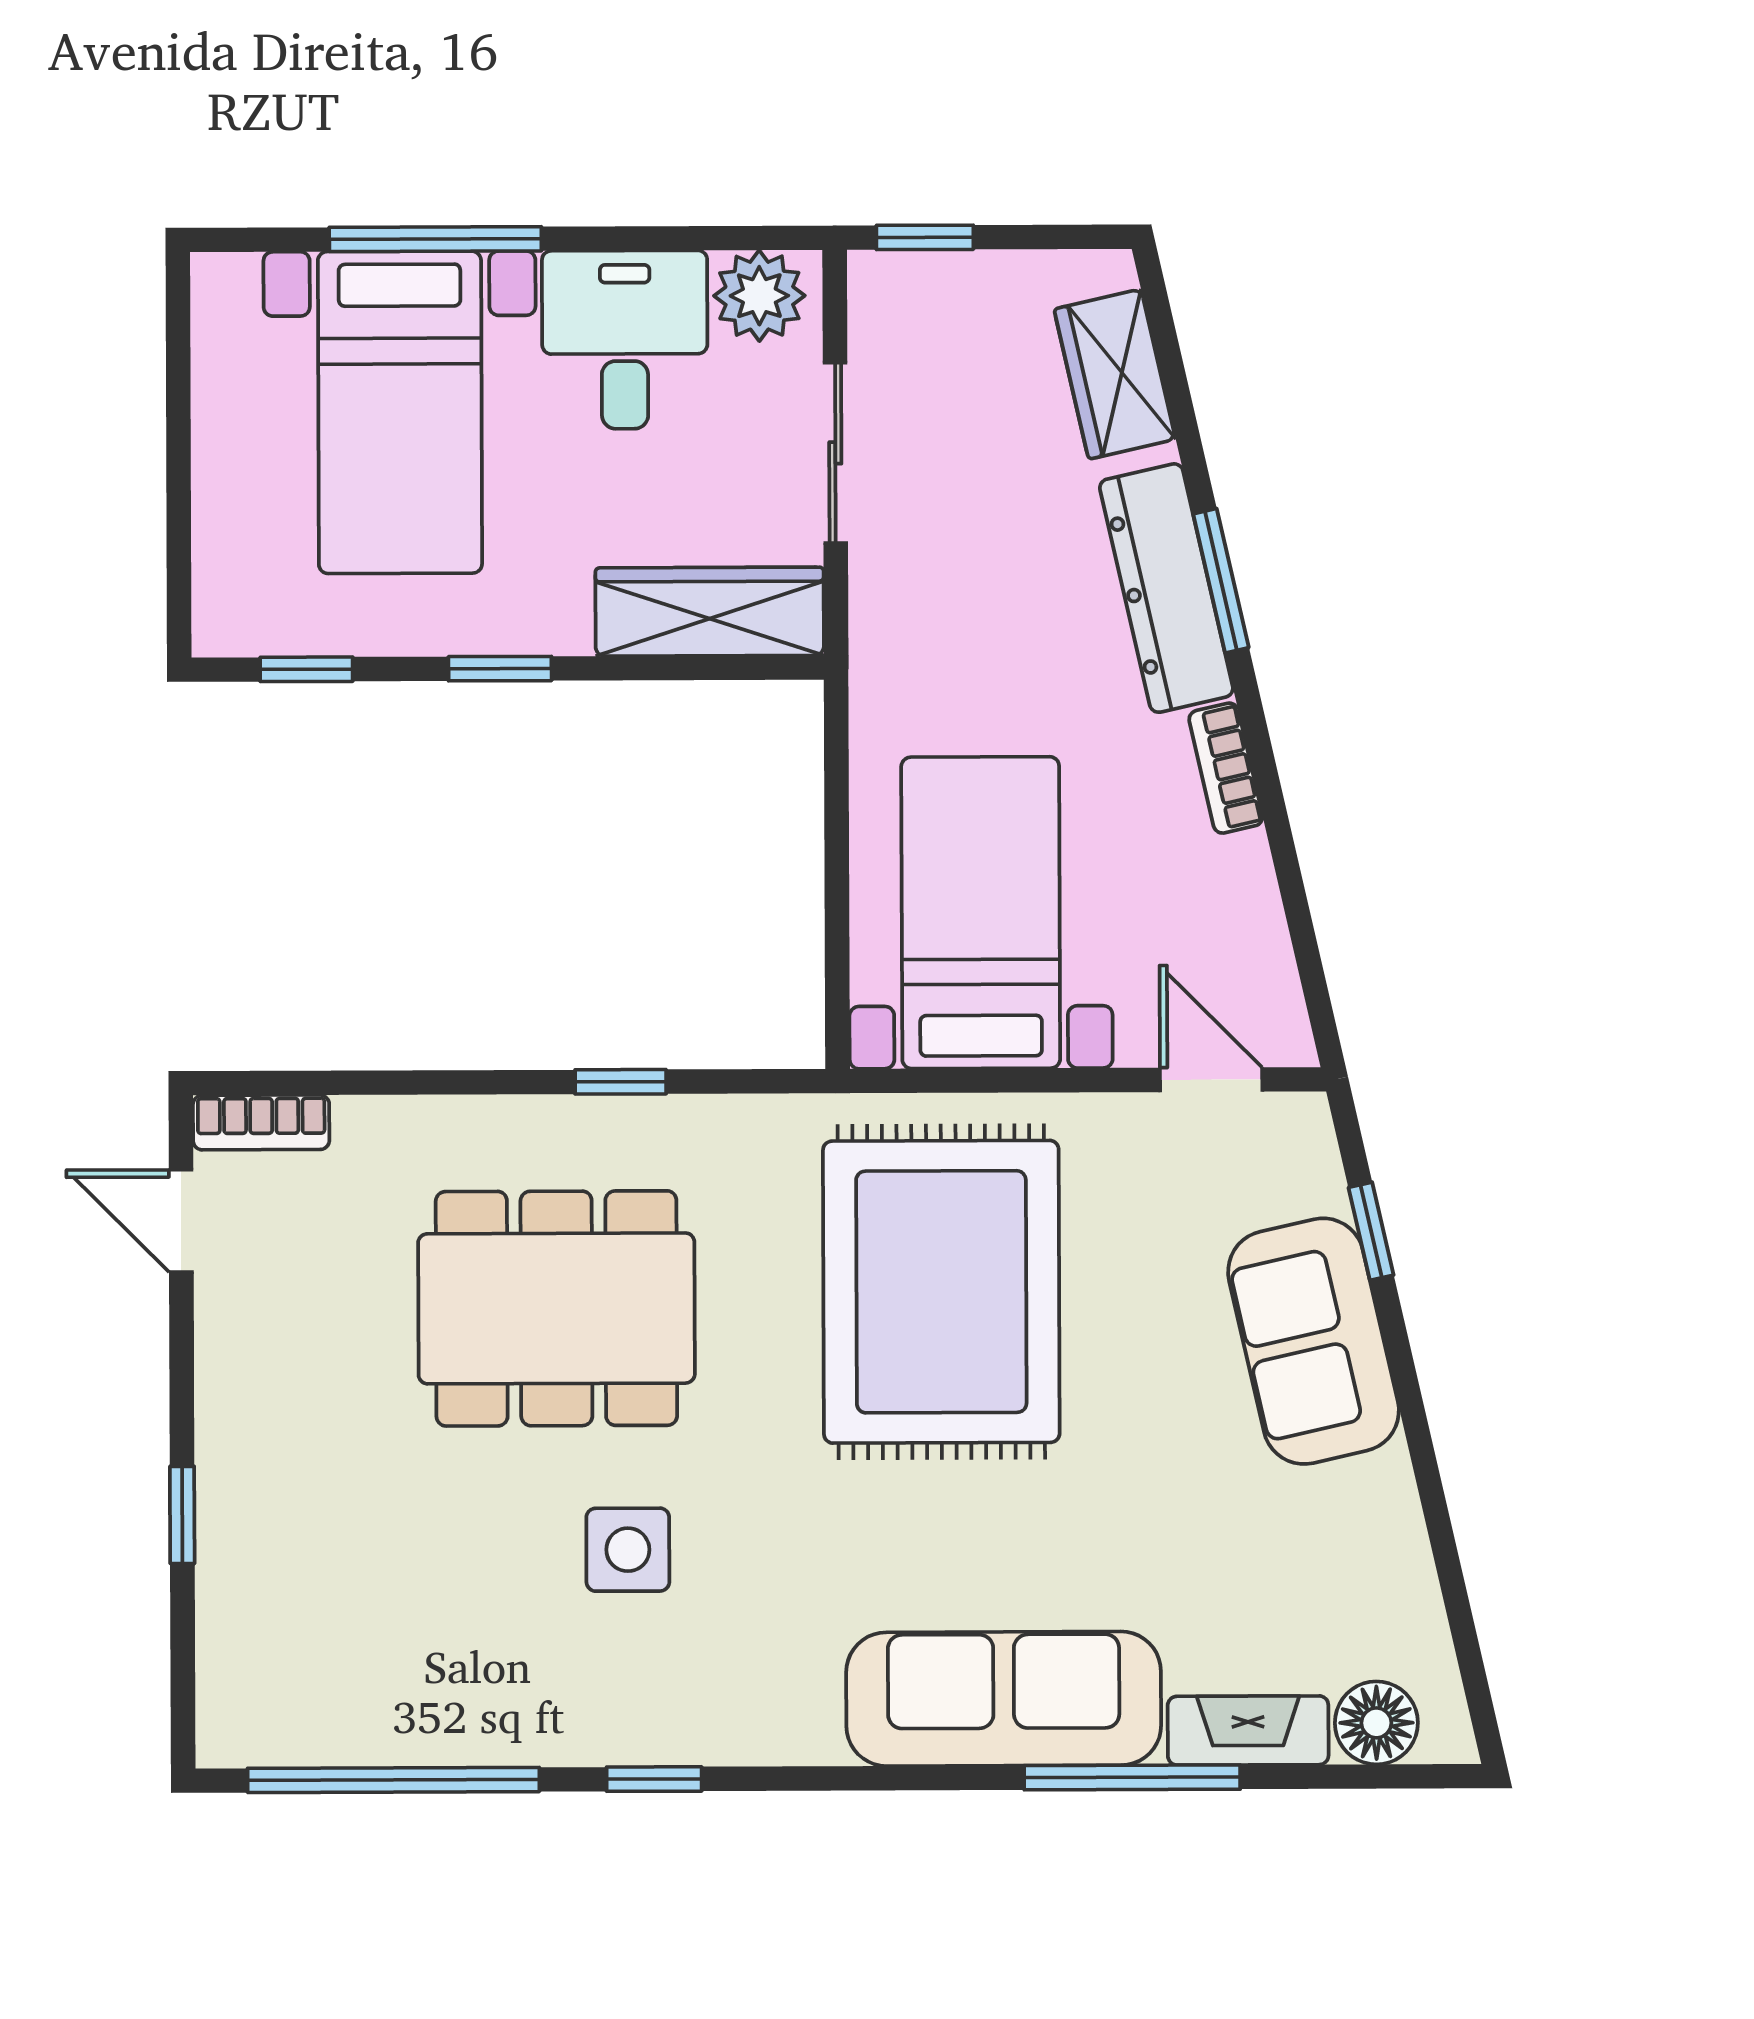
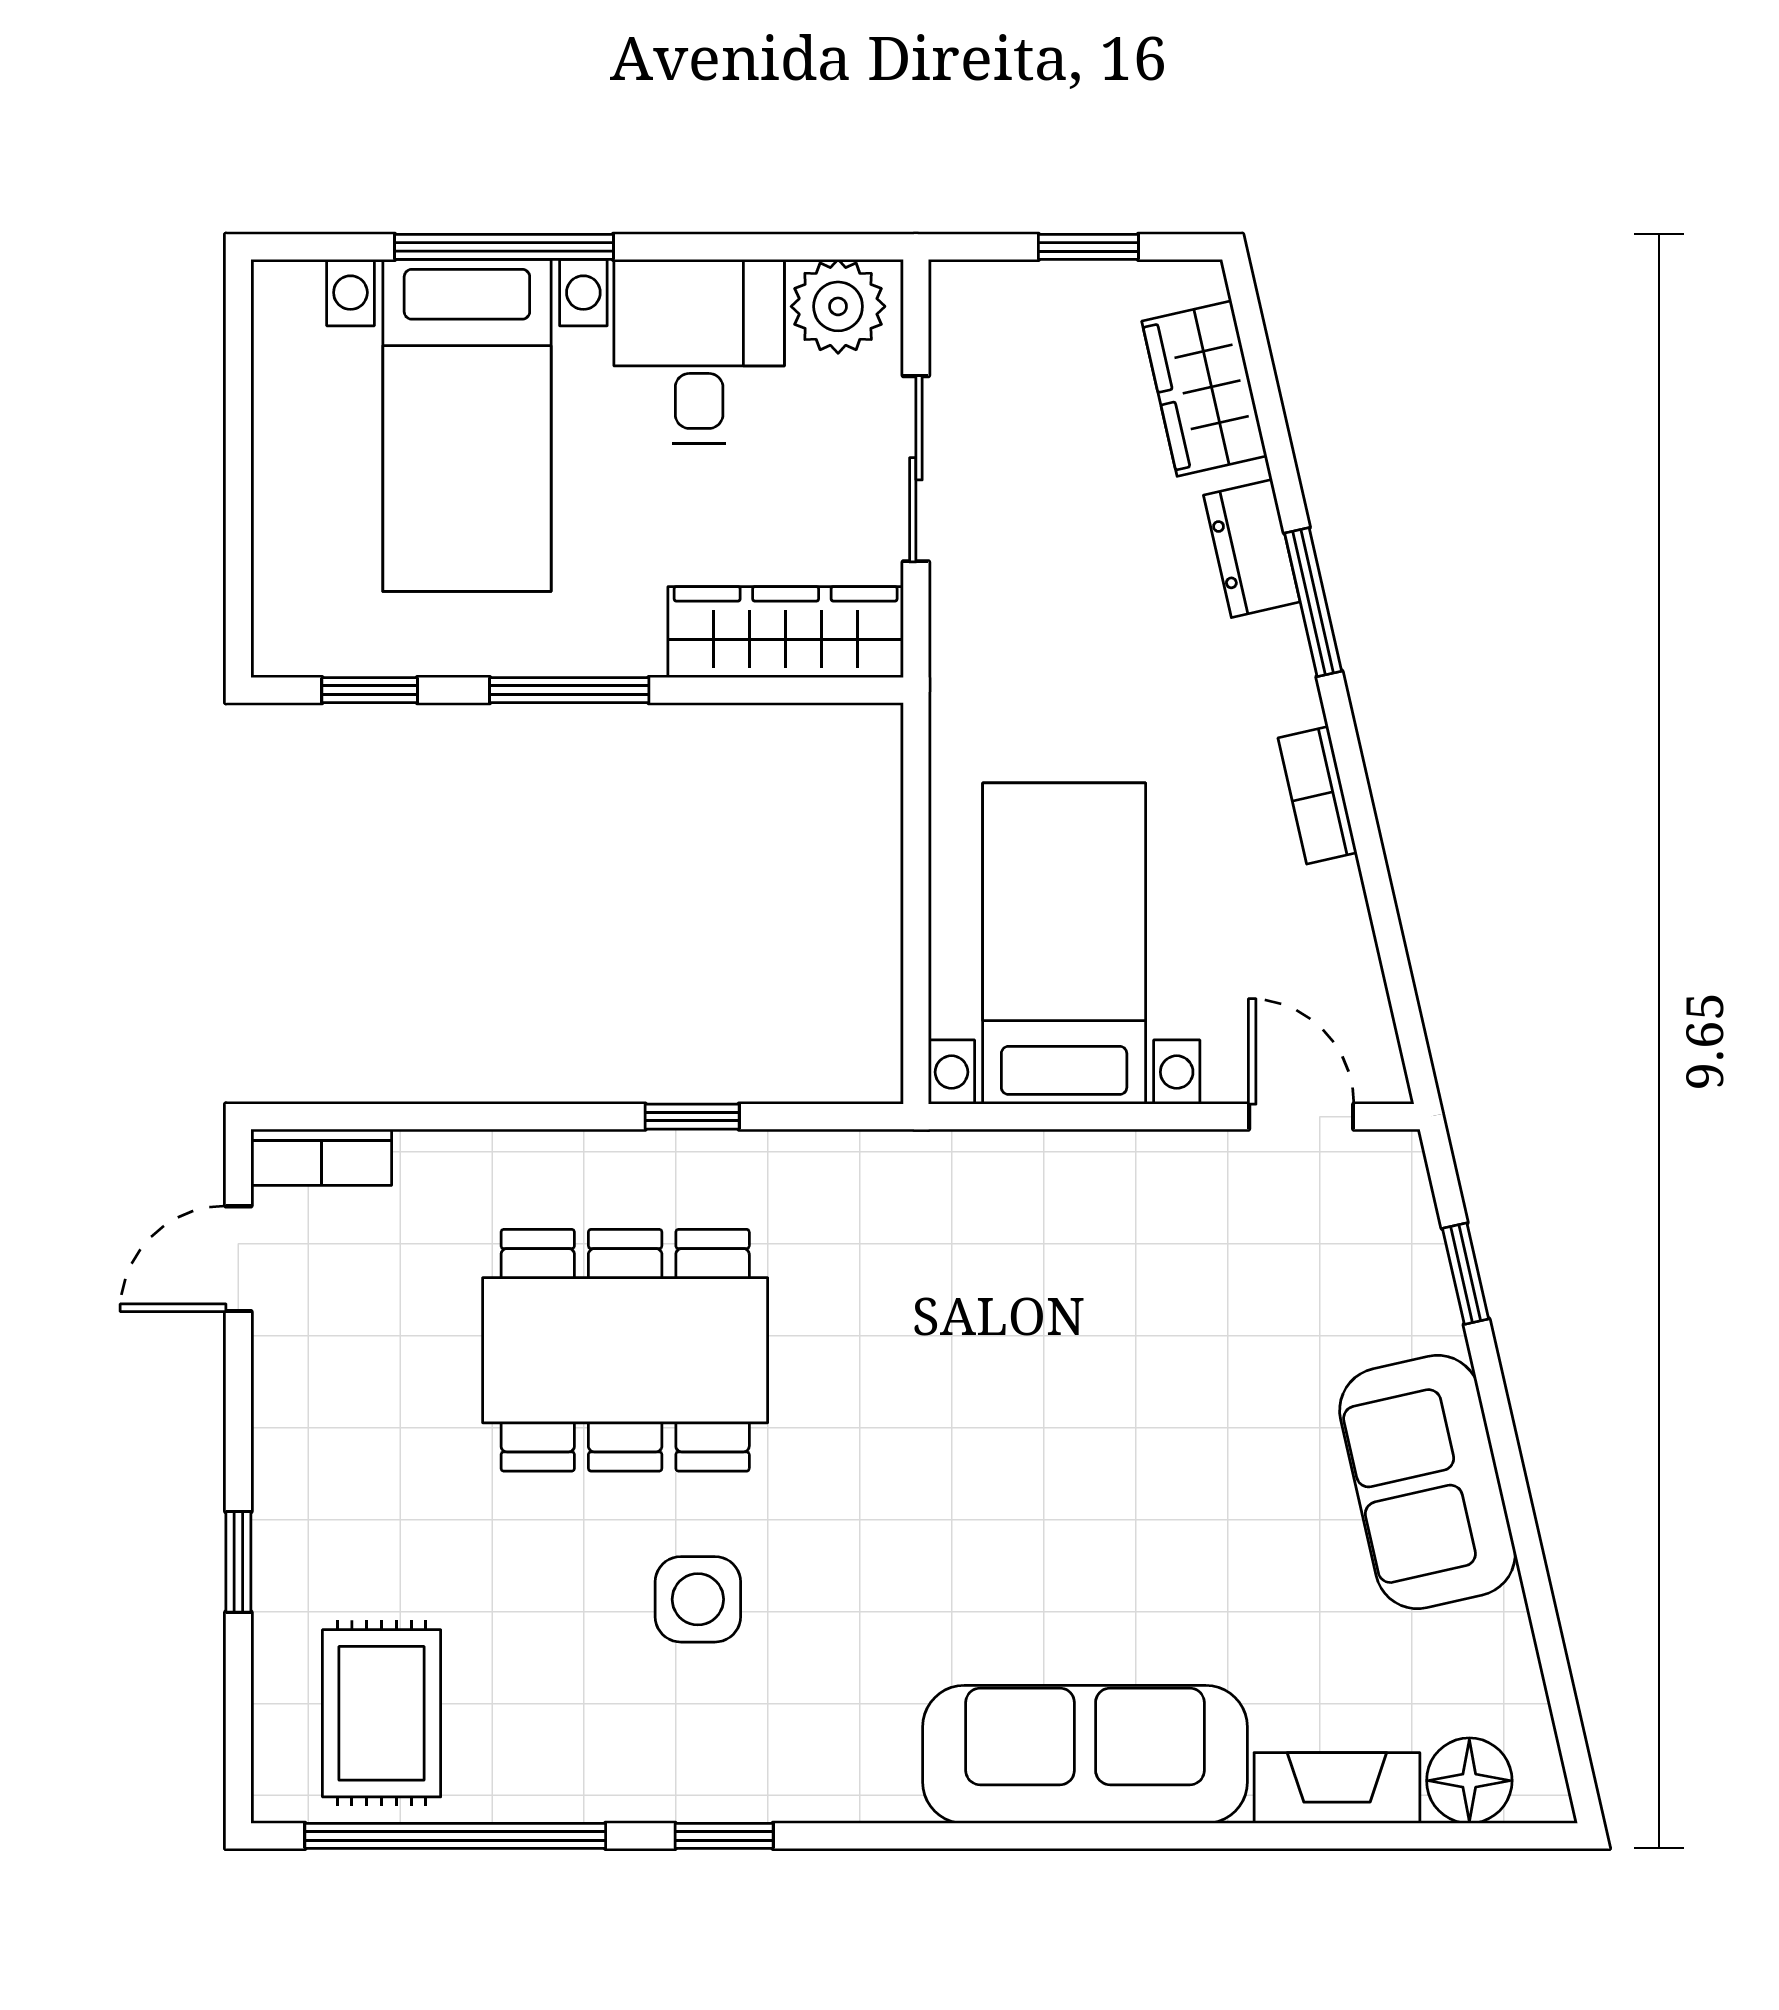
window: (925, 237) -> (1088, 247), moved
dresser: (1166, 588) -> (1252, 549), width x0.51, depth x0.80
window: (500, 669) -> (569, 690), width x1.50
door: (181, 1221) -> (238, 1259), hinge flipped
rug: (941, 1292) -> (382, 1713), moved, width x0.54, depth x0.49
sofa: (1313, 1341) -> (1427, 1482), moved
window: (1132, 1777) -> (1217, 1836), removed

